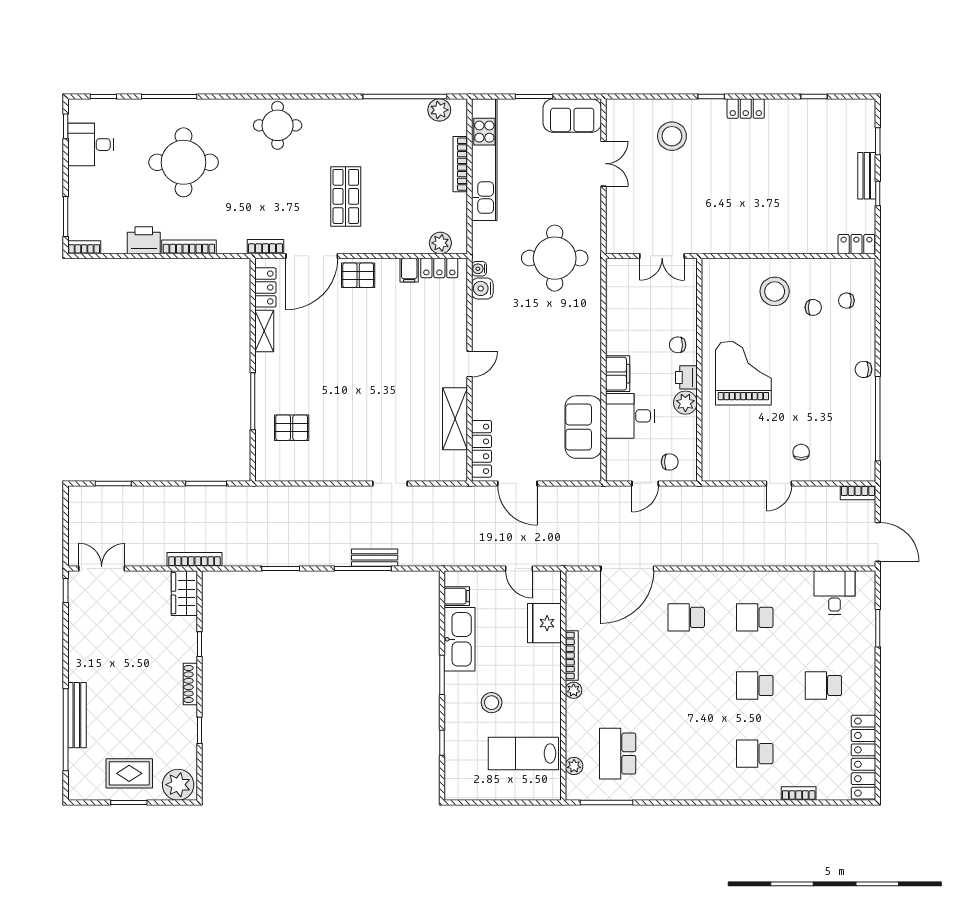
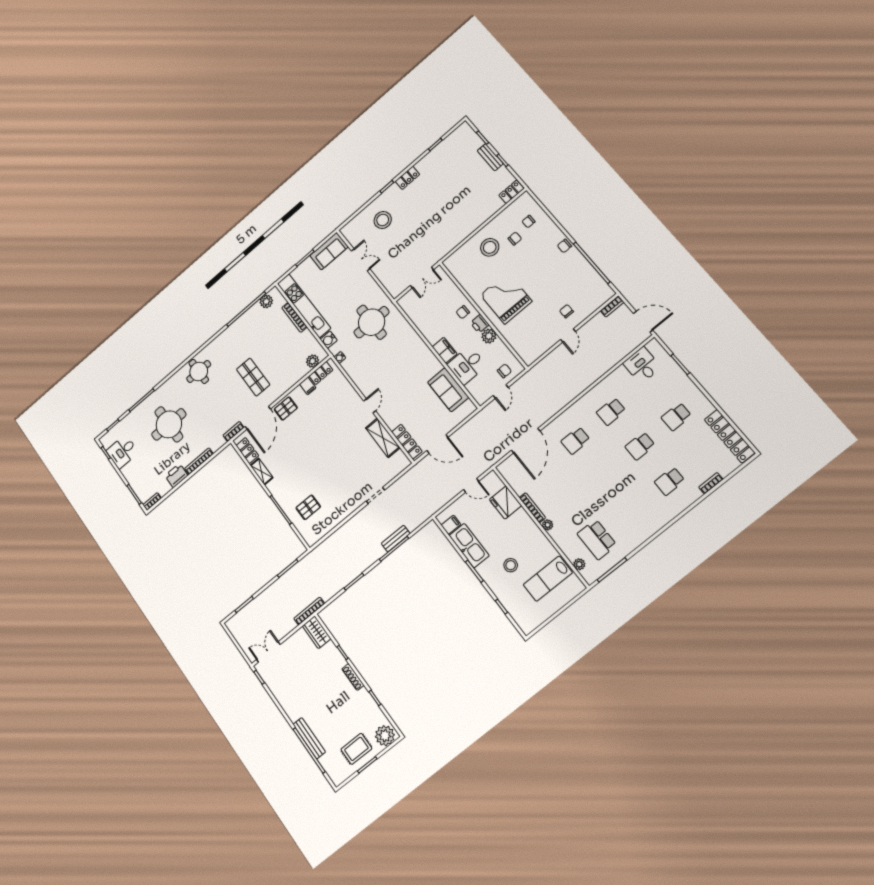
water cooler: (482, 288) -> (329, 340), moved

